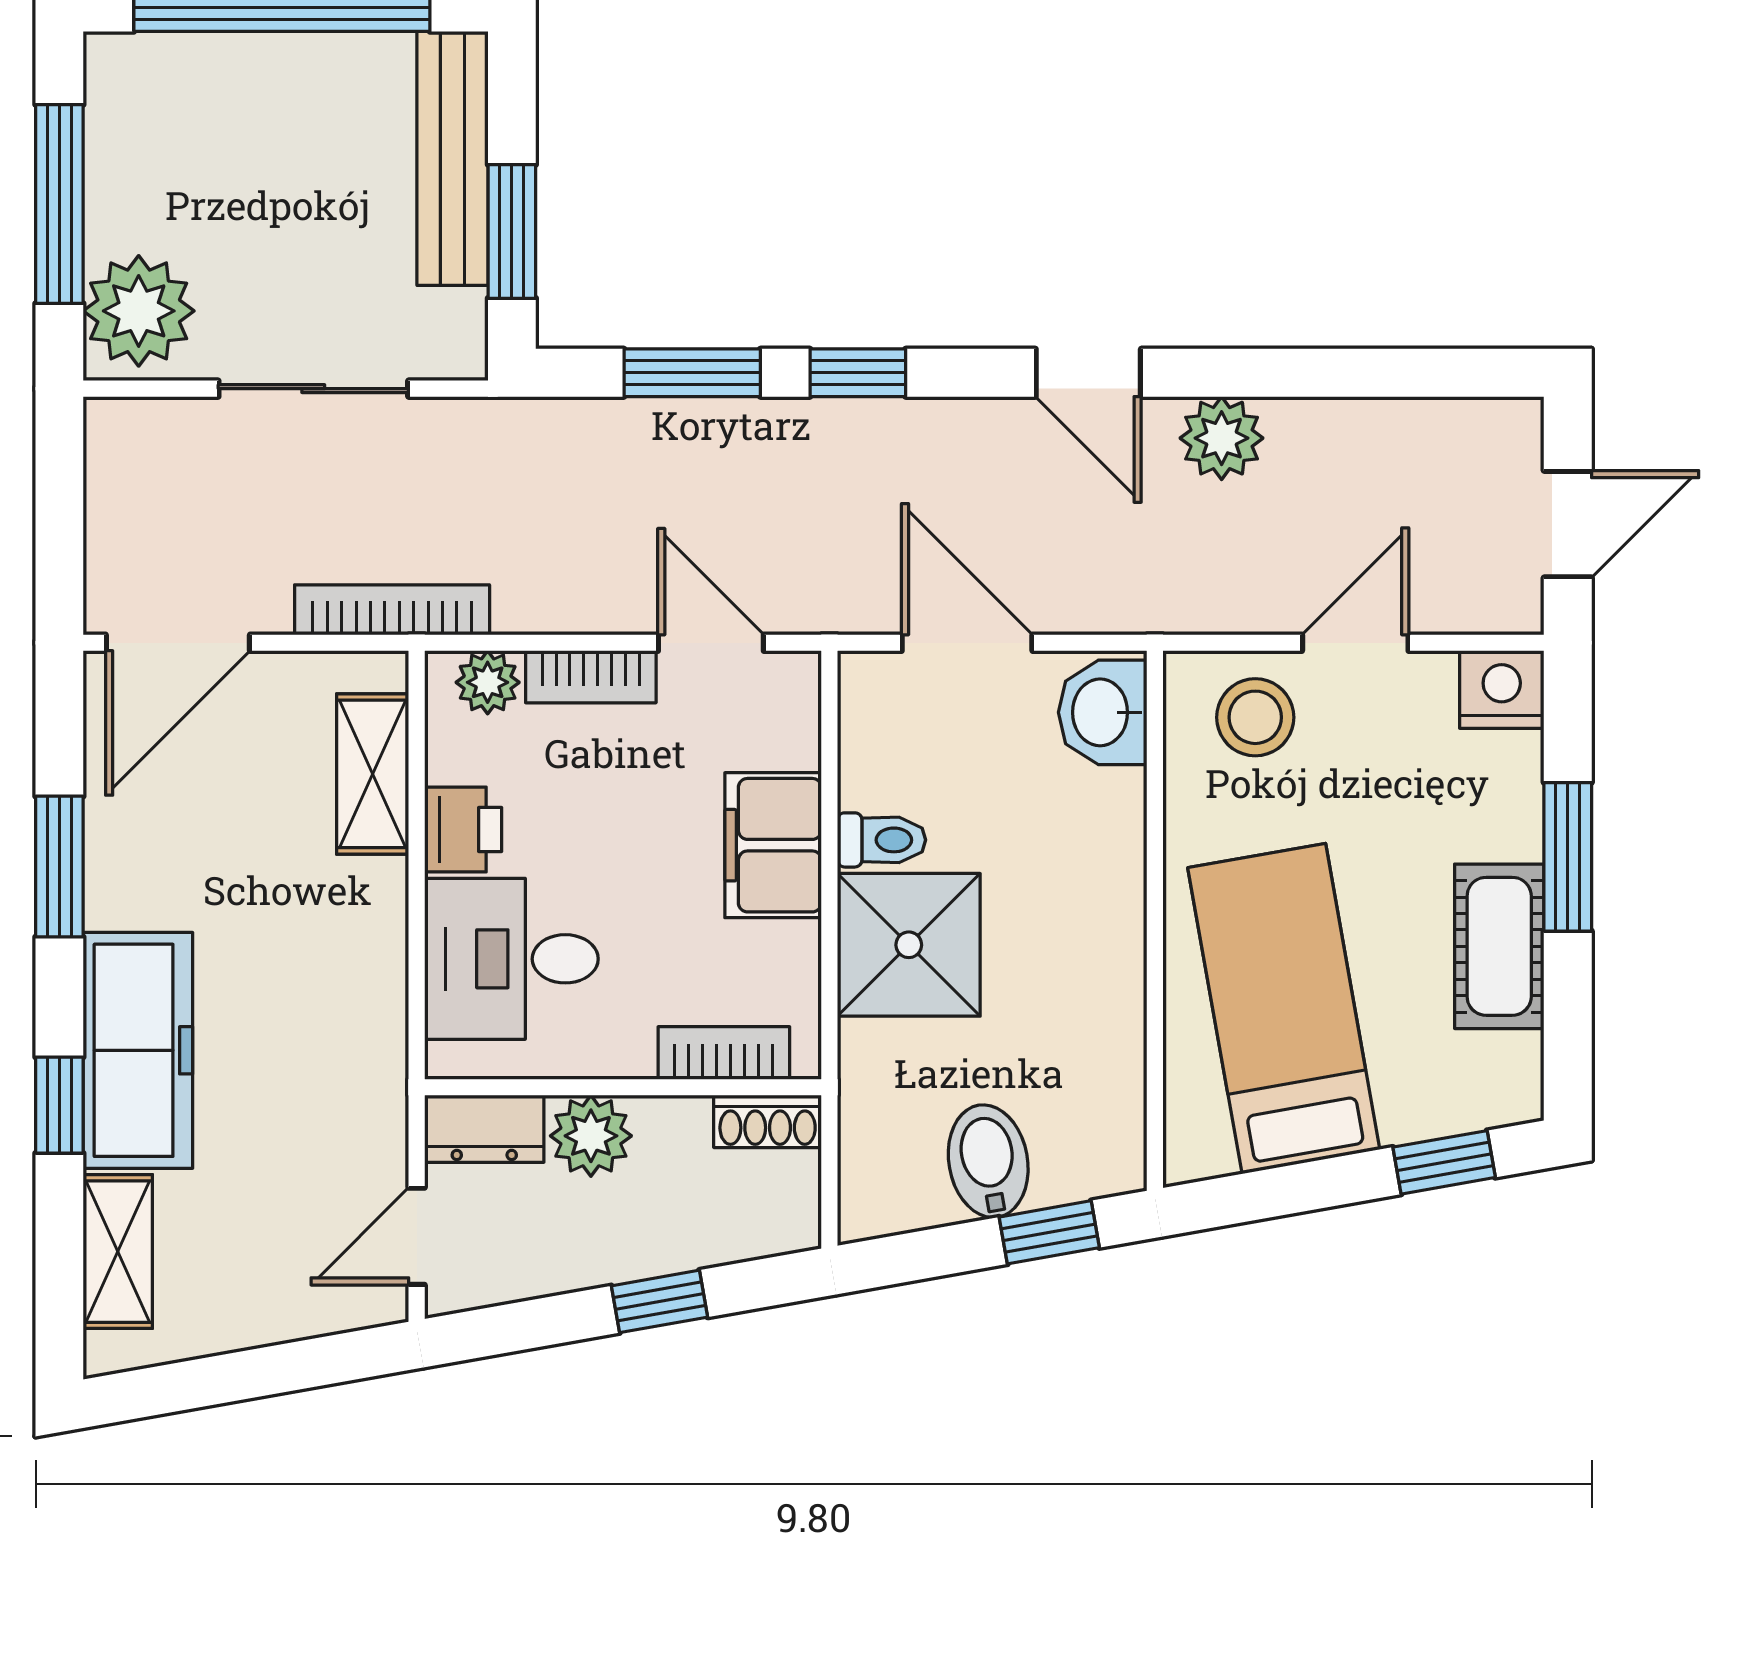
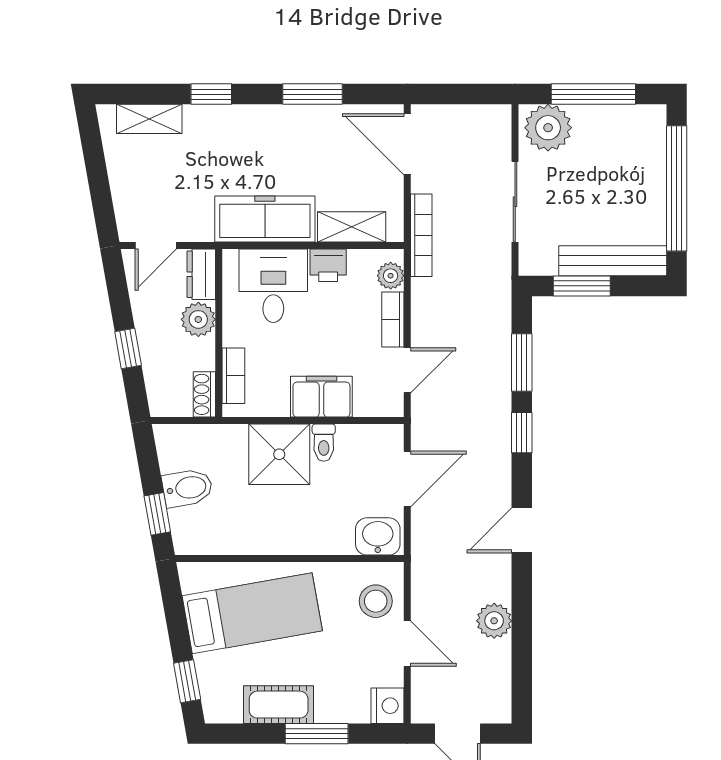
plant: (1222, 438) -> (494, 621), moved
freezer: (138, 1050) -> (265, 219), moved, turned 180
door: (417, 1236) -> (156, 246), swing flipped

